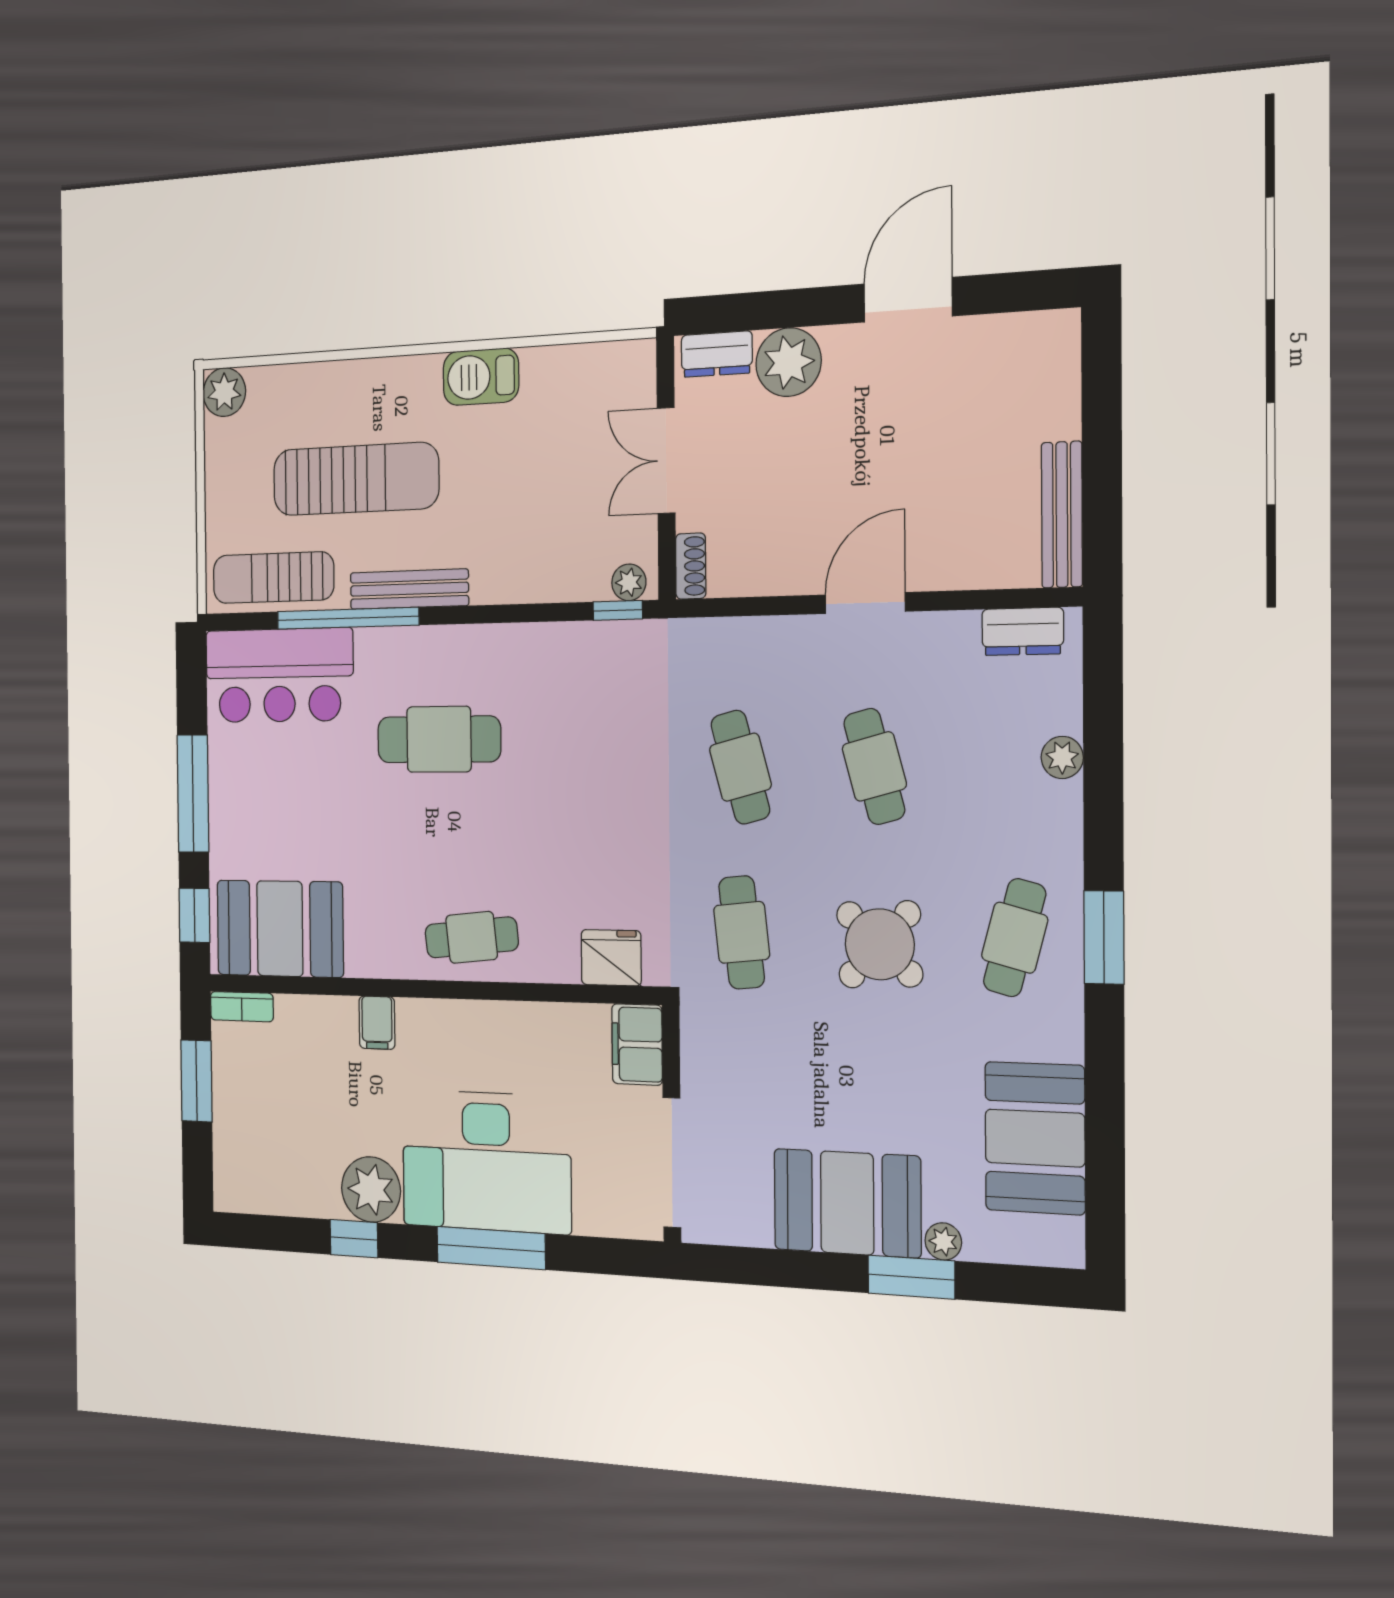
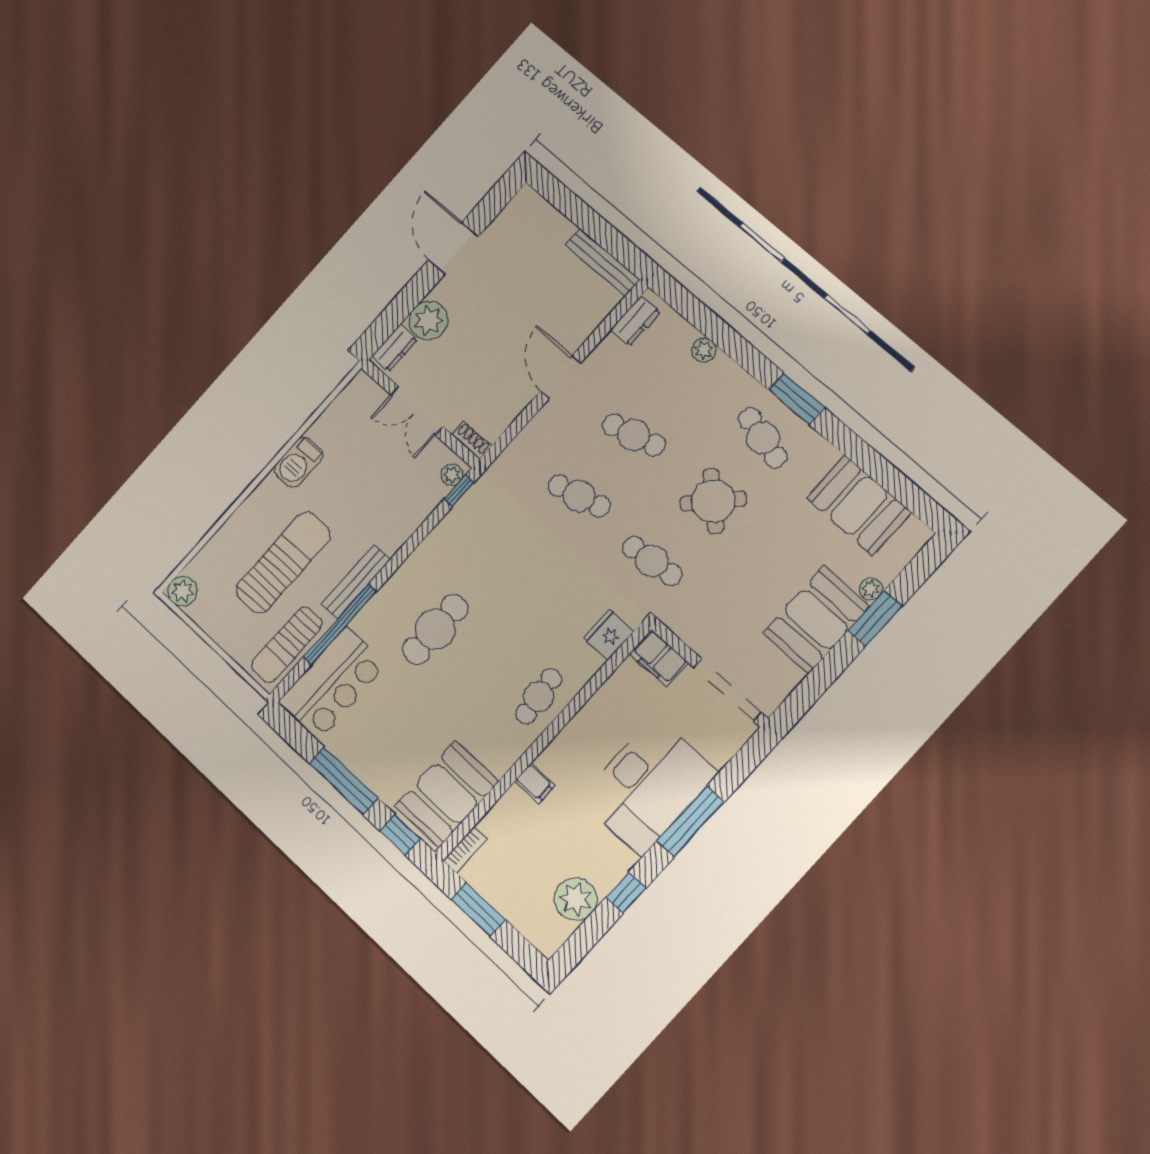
plant: (371, 1189) -> (576, 899), moved

